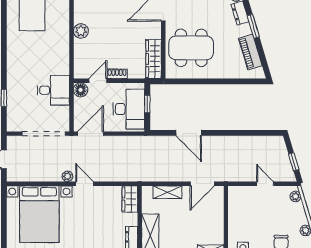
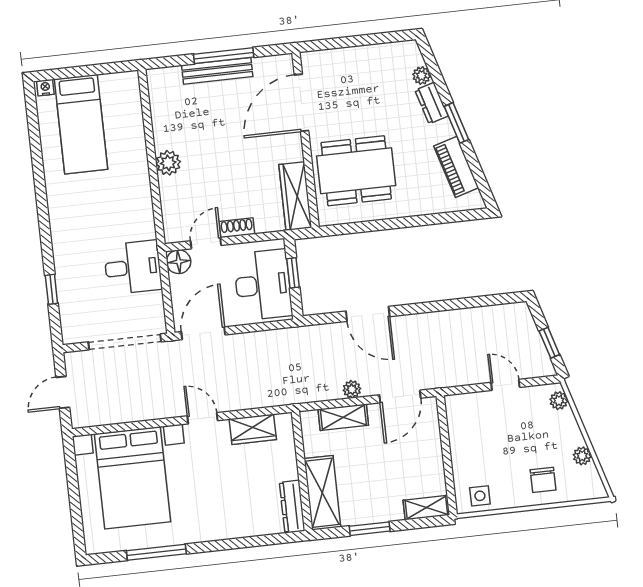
plant: (68, 176) -> (352, 389), moved
wardrobe: (130, 199) -> (253, 429), moved, turned -90

